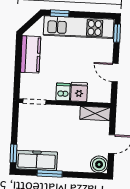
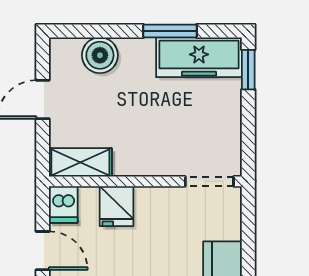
dishwasher: (63, 92) -> (63, 204), moved
boiler: (99, 164) -> (100, 55), moved

